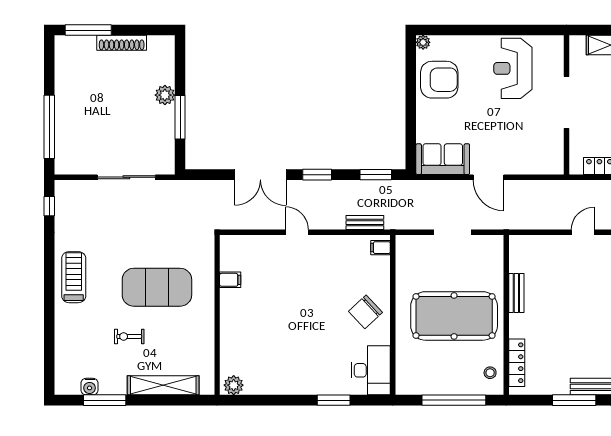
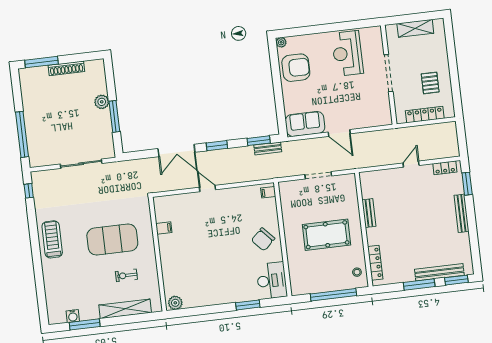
bench: (365, 223) -> (268, 148), moved
pool table: (454, 316) -> (326, 235), width x0.73, depth x0.76
exercise bike: (129, 336) -> (126, 275), moved

